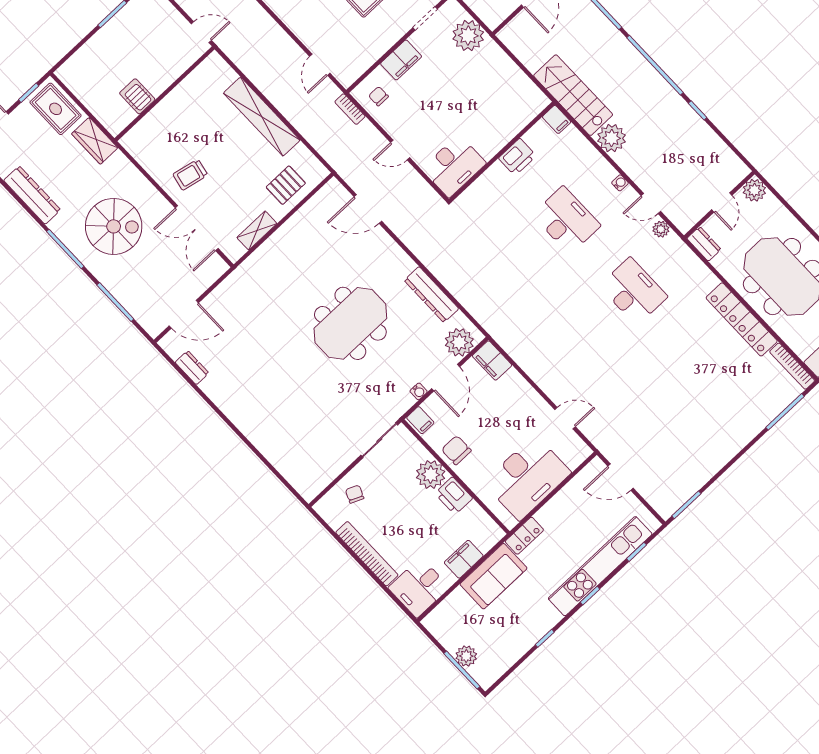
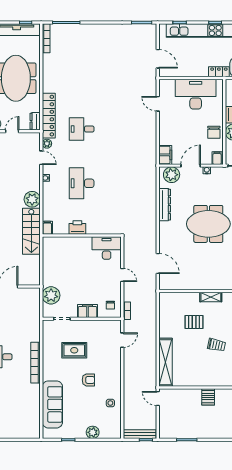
shelving: (262, 117) -> (165, 362), moved
pallet: (286, 185) -> (194, 322), moved
desk: (633, 291) -> (82, 129), width x0.73
locker: (742, 319) -> (49, 116), moved

